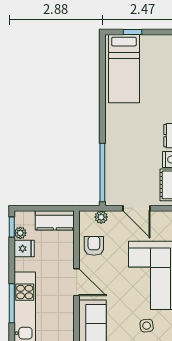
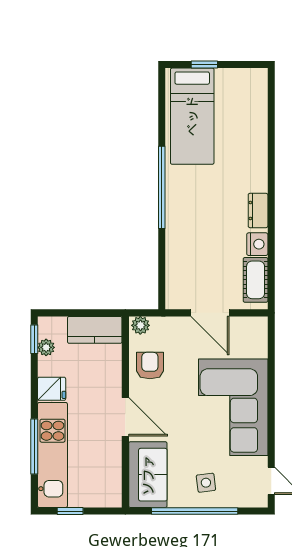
window: (102, 172) -> (162, 187), moved
plant: (101, 217) -> (140, 325), moved
fridge: (24, 249) -> (52, 389), moved
side table: (147, 326) -> (206, 483), moved

